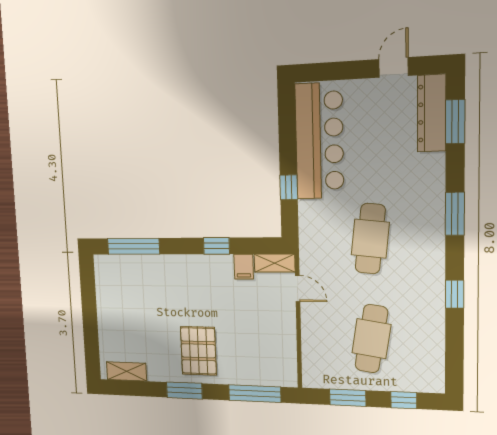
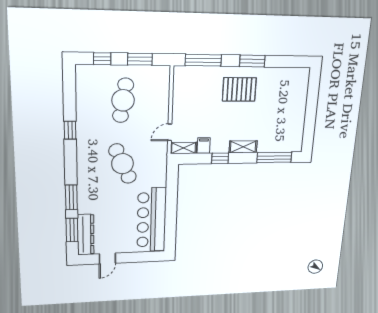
window: (289, 187) -> (172, 194), removed
window: (455, 214) -> (71, 197), moved
cafe table: (370, 239) -> (123, 164), turned -30
door: (298, 288) -> (170, 132), hinge flipped
pallet: (198, 351) -> (239, 89), turned 90
shelving: (127, 371) -> (243, 147), moved

